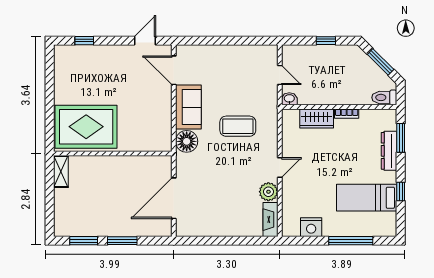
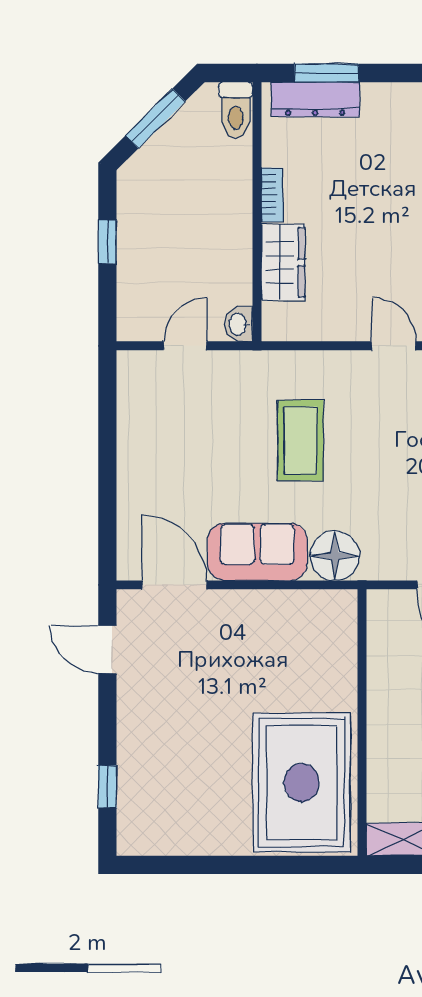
door: (174, 70) -> (174, 585), swing flipped
dresser: (389, 151) -> (315, 99), moved

